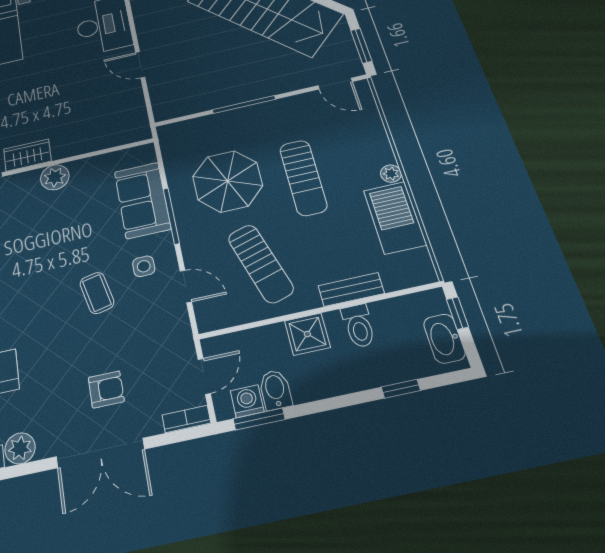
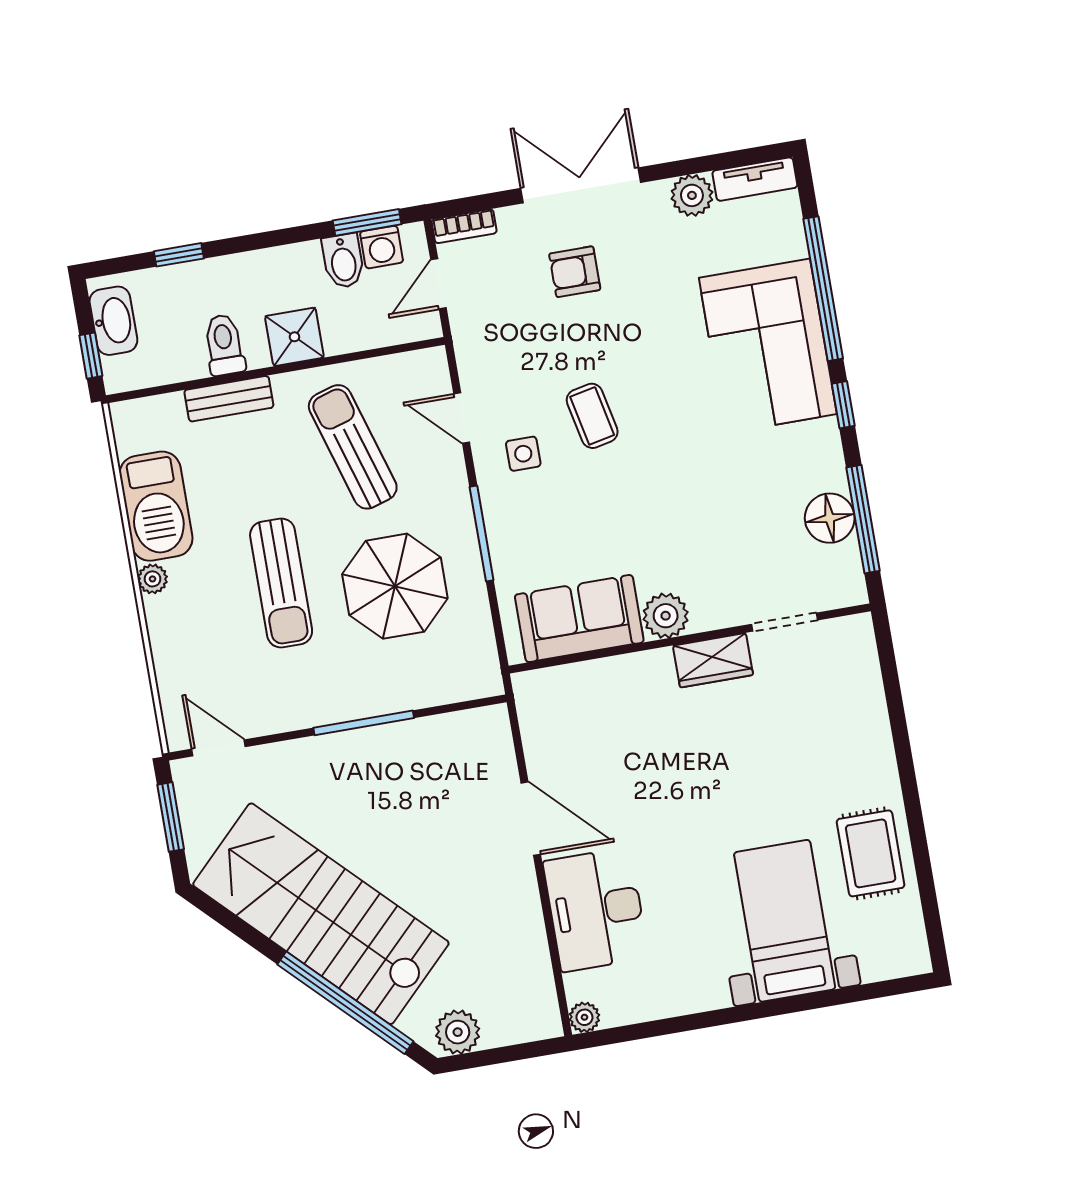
door: (140, 65) -> (531, 819), width x1.38
sun lounger: (303, 178) -> (281, 583), turned 180
sofa: (142, 200) -> (579, 619), moved, turned -90

